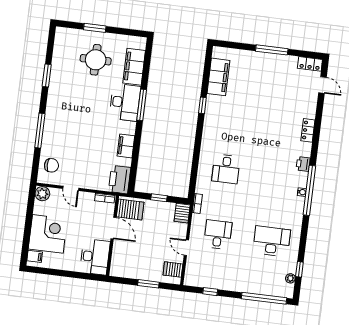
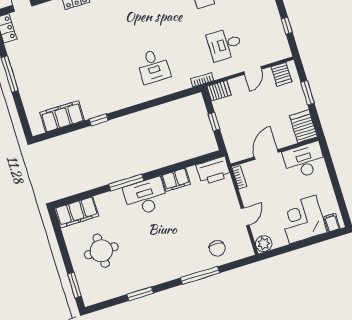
window: (95, 28) -> (75, 285), moved
filing cabinet: (134, 67) -> (77, 212), moved
desk: (125, 102) -> (146, 197), moved
chair: (51, 165) -> (217, 248), moved, turned 180
desk: (226, 169) -> (153, 66), turned 90
server rack: (130, 209) -> (303, 126), moved

